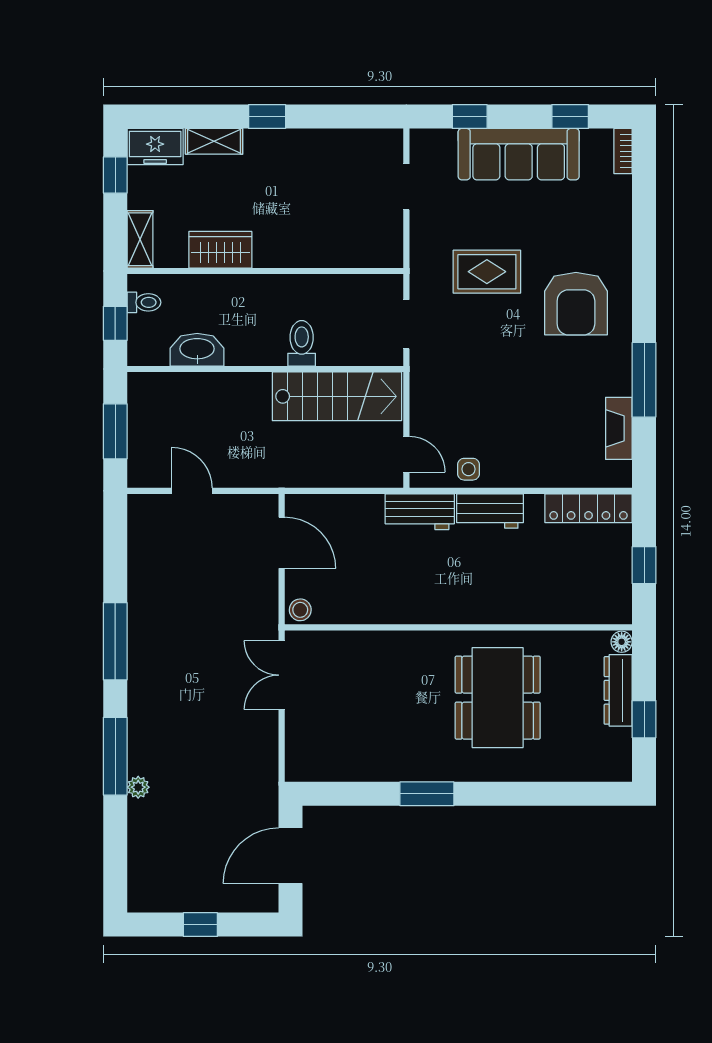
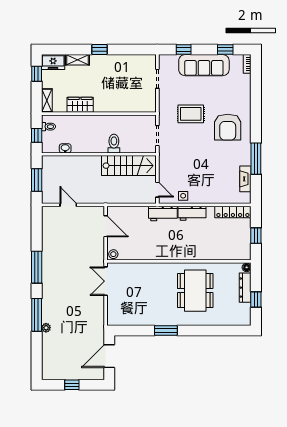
washbasin: (197, 350) -> (65, 148), width x0.52, depth x0.69

